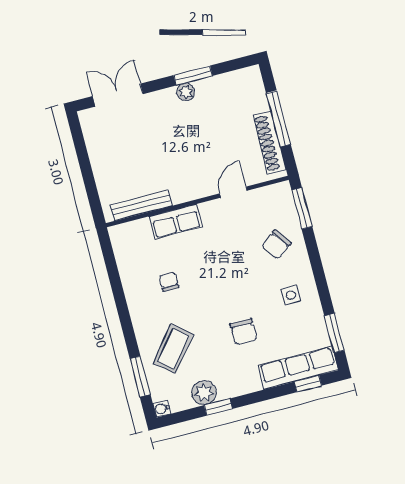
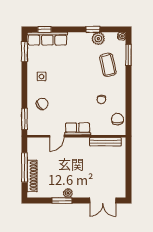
shoe rack: (269, 142) -> (32, 176), moved
row of seats: (176, 221) -> (78, 129), moved
chair: (243, 332) -> (118, 119), moved
coffee table: (173, 349) -> (108, 65), turned -52

